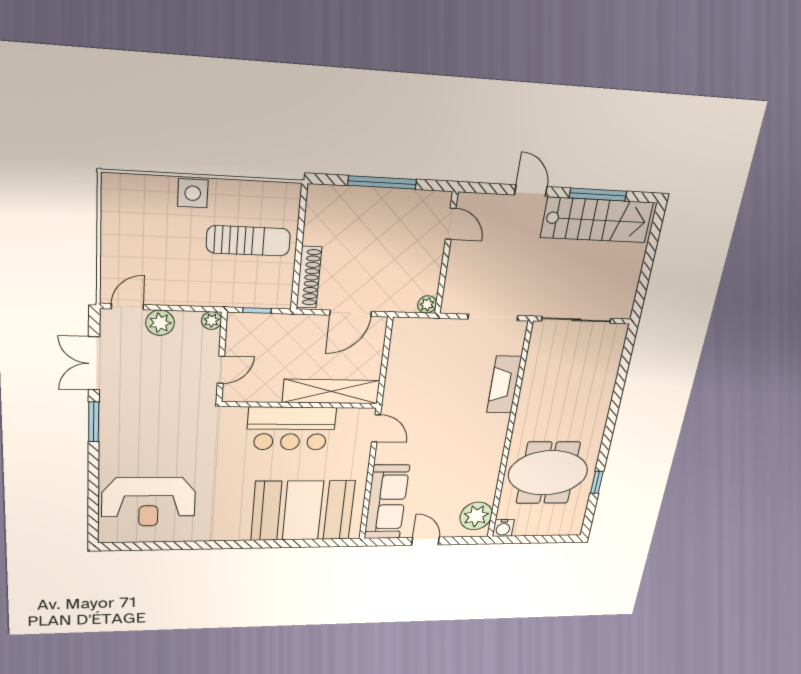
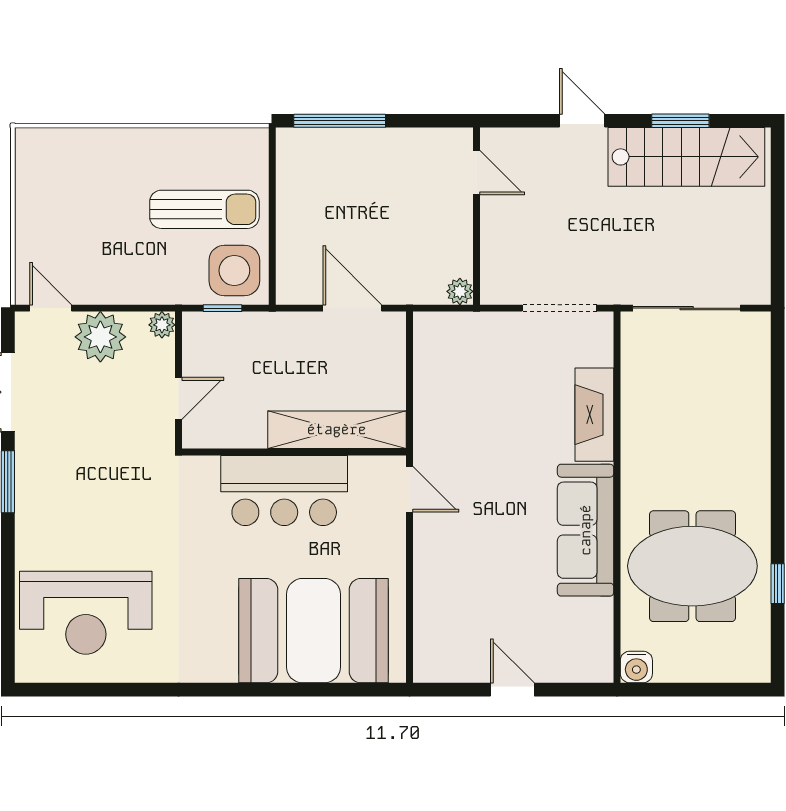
window: (382, 182) -> (340, 121), moved
side table: (193, 193) -> (234, 271), moved, width x1.37, depth x1.37
window: (598, 195) -> (680, 121), width x0.69
shoe rack: (309, 277) -> (289, 257), removed
door: (127, 307) -> (51, 308), hinge flipped
door: (351, 313) -> (352, 308), swing flipped
plant: (160, 323) -> (100, 337), width x1.36, depth x1.36
sofa: (387, 502) -> (586, 530), moved, turned 180
plant: (476, 516) -> (588, 644), removed

